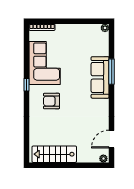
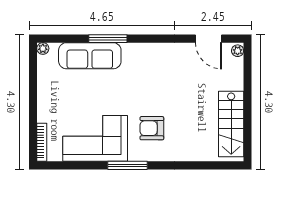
sofa: (100, 77) -> (90, 56), moved
window: (26, 85) -> (127, 165), width x2.17
armchair: (51, 101) -> (152, 128), turned 90

